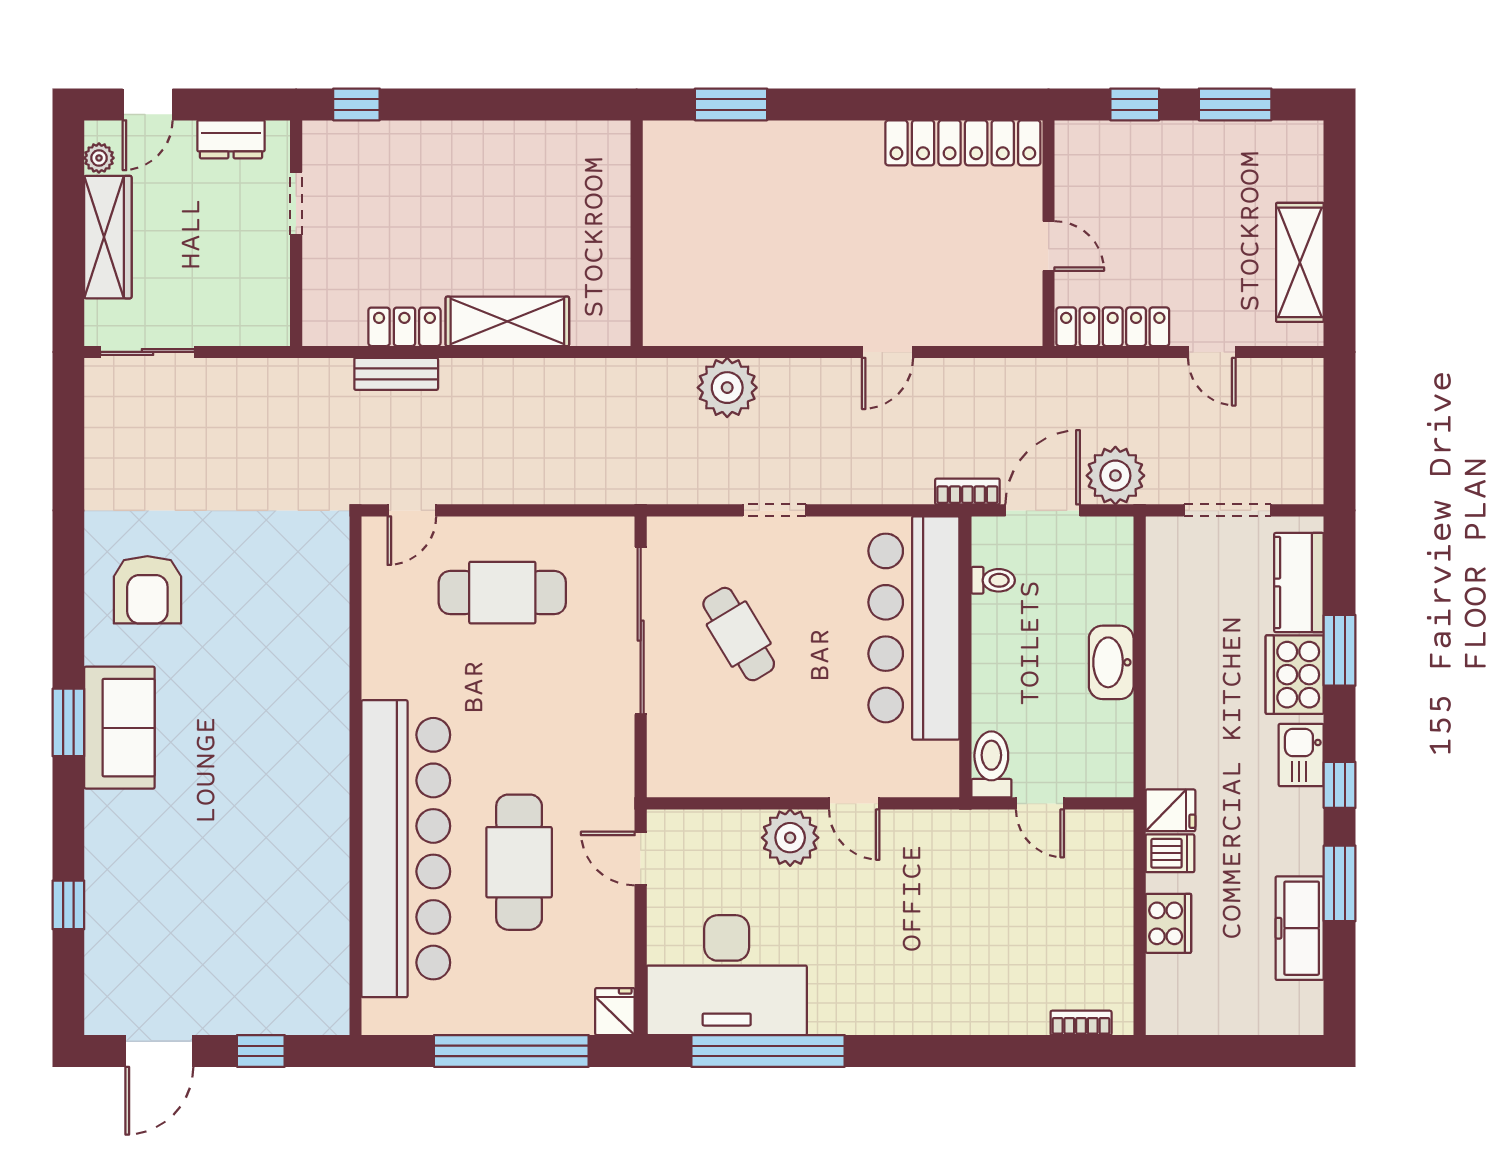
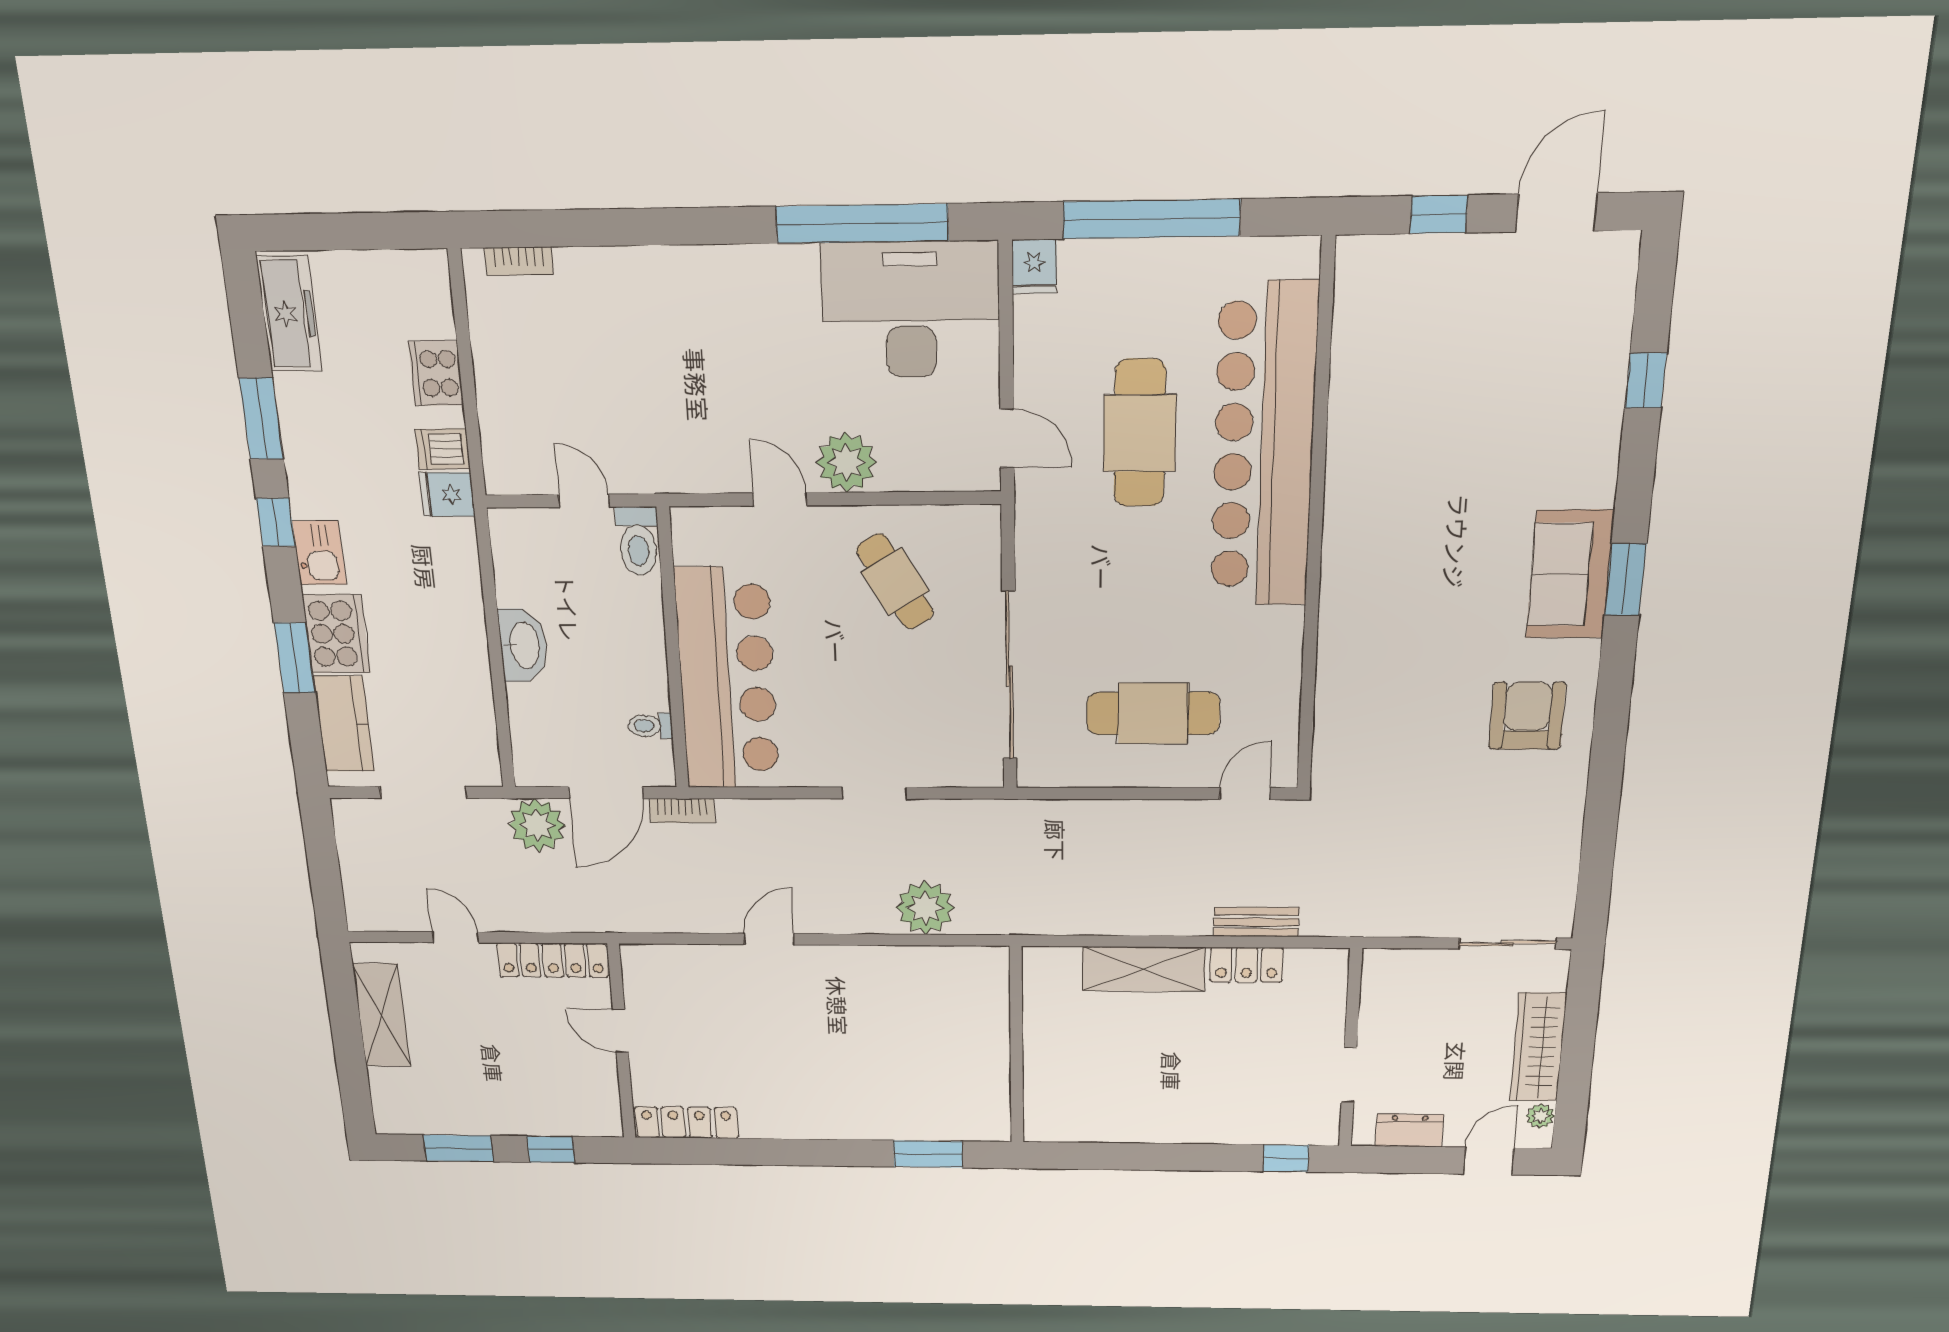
locker: (963, 143) -> (687, 1122), width x0.71, depth x0.83
cafe table: (739, 634) -> (895, 581), moved
freezer: (1300, 928) -> (289, 314), moved

